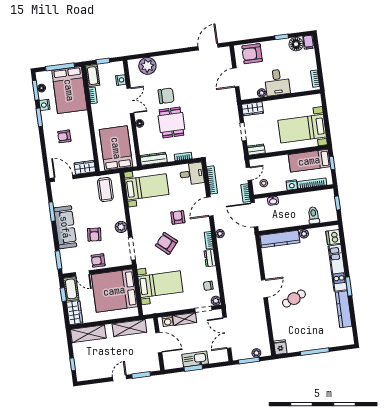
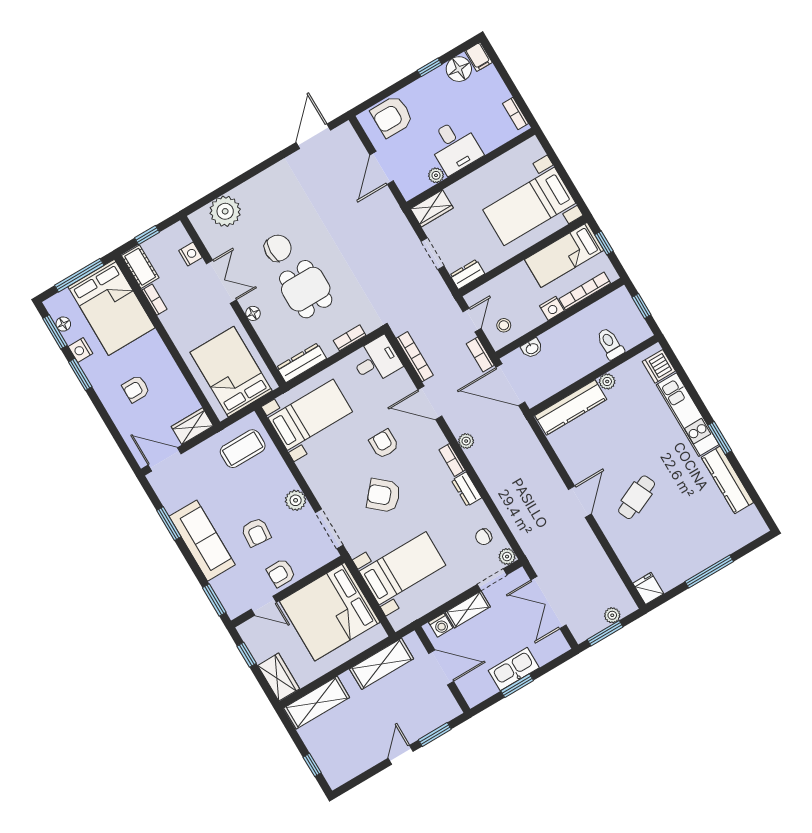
coffee table: (105, 190) -> (243, 449), turned 90
door: (210, 207) -> (430, 403), hinge flipped
cot: (71, 289) -> (256, 640), removed

